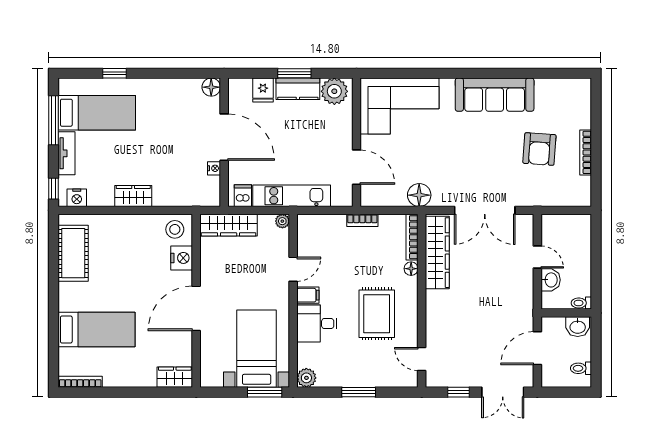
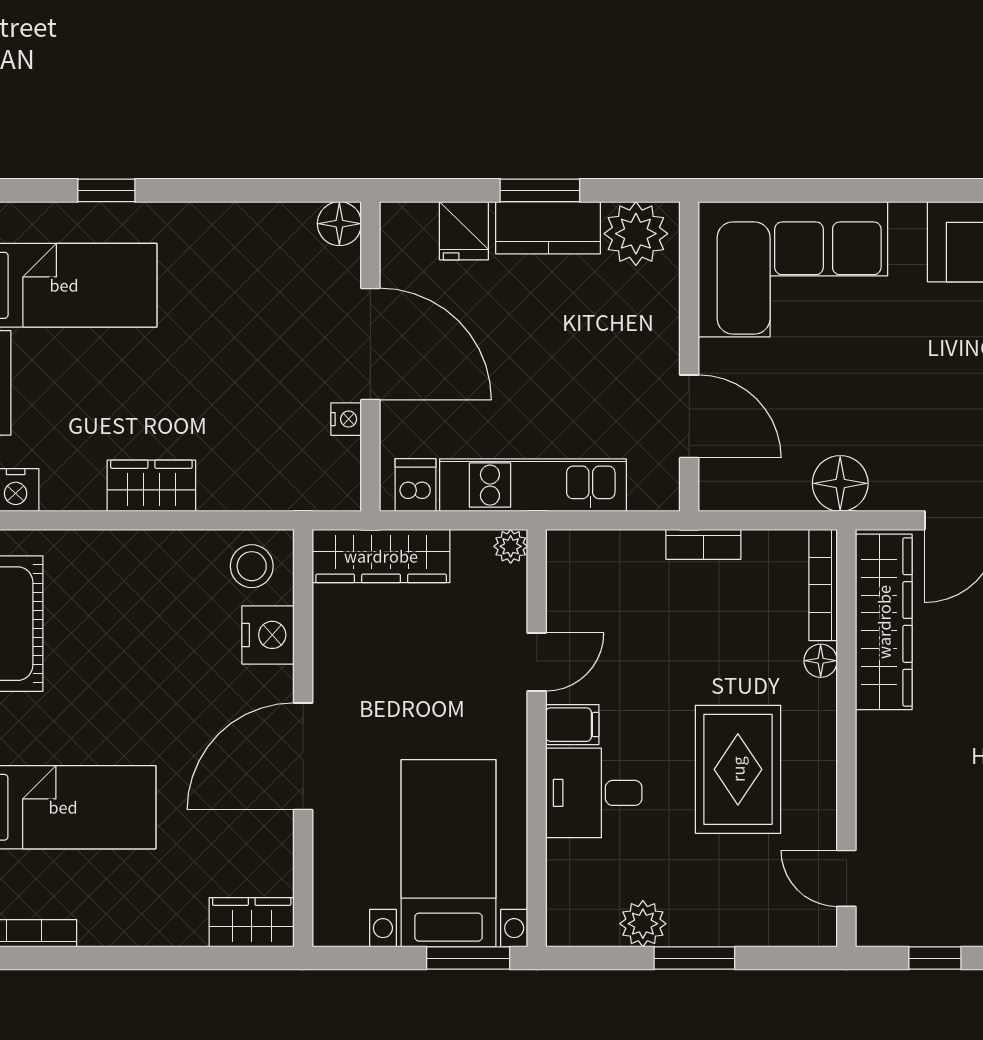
plant: (306, 378) -> (643, 924), moved

